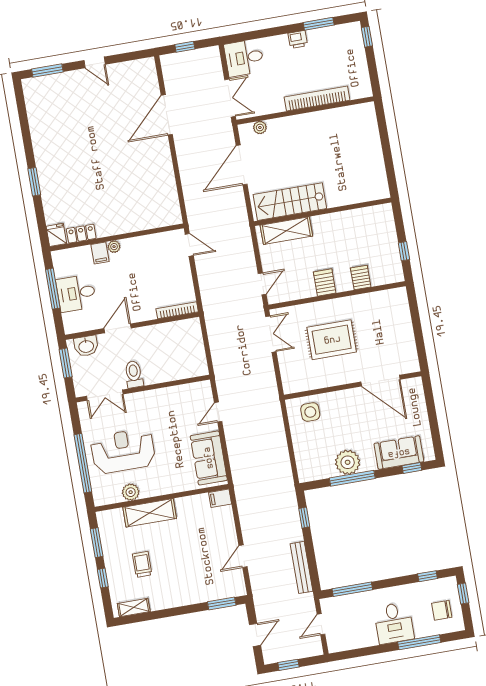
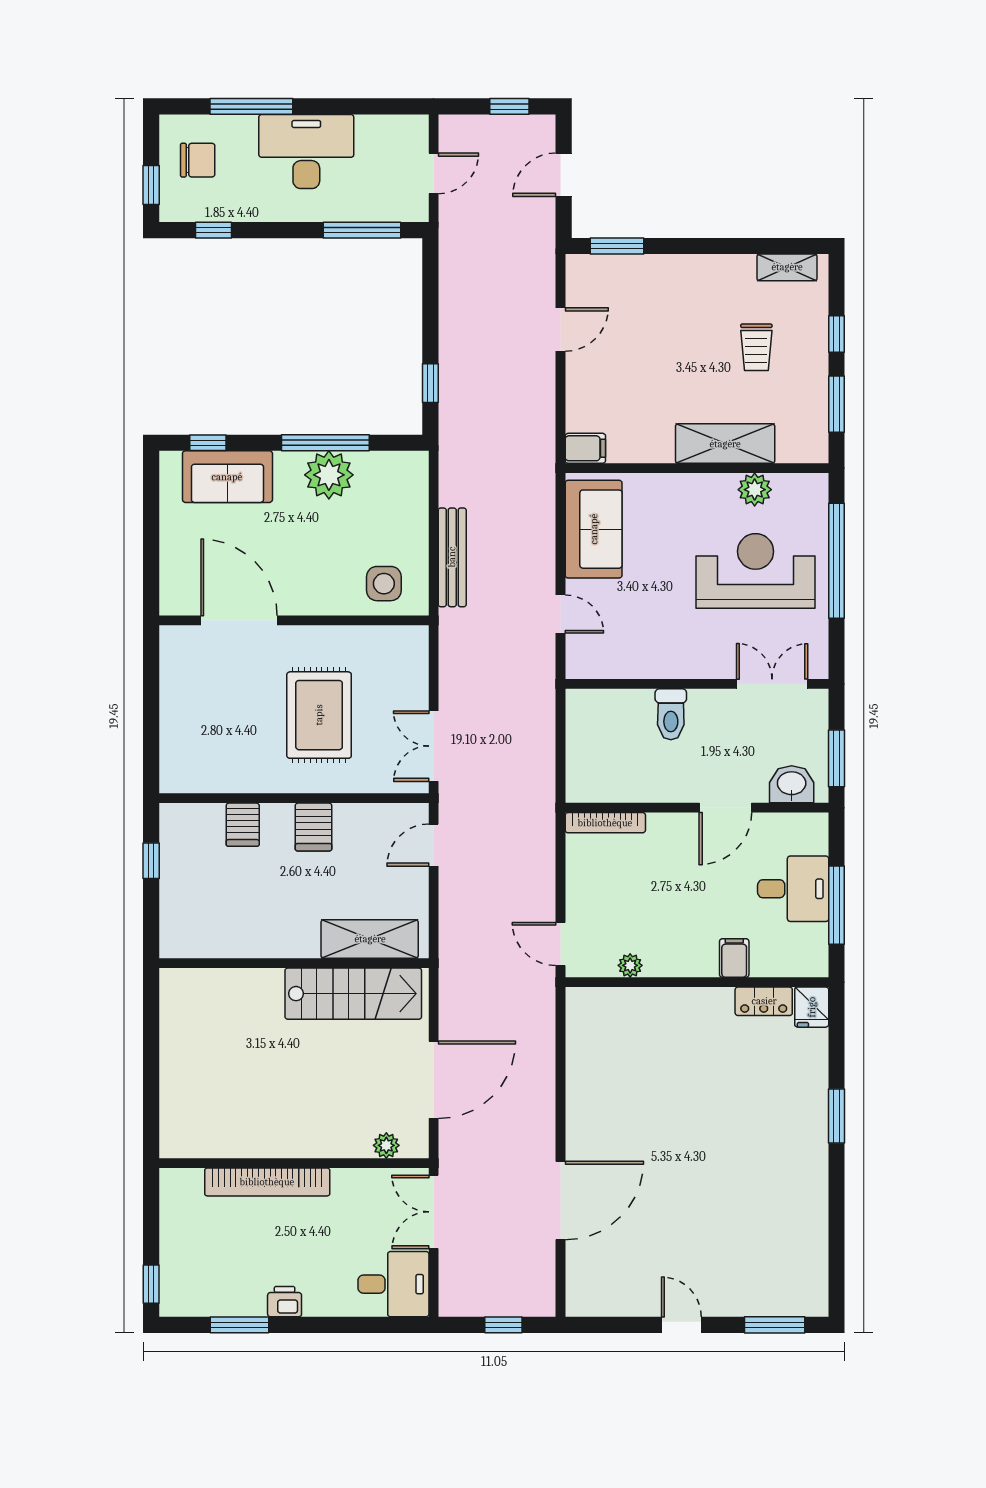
plant: (114, 247) -> (630, 965), moved
rug: (332, 340) -> (319, 715), turned 90
toilet: (134, 374) -> (671, 714), moved
door: (218, 412) -> (560, 614), hinge flipped
reception desk: (123, 451) -> (756, 571), turned 180
bench: (301, 567) -> (452, 557), moved
desk: (394, 623) -> (306, 152), width x1.37

